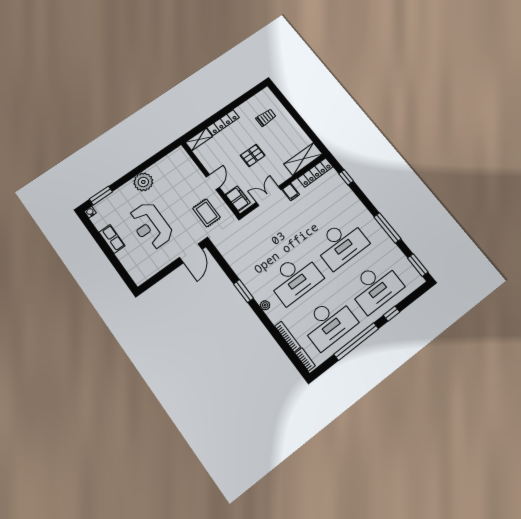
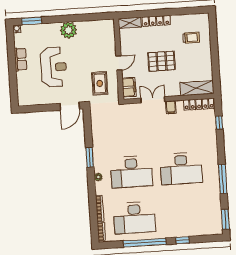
pallet: (253, 155) -> (161, 61), width x1.50, depth x1.42
reception desk: (151, 226) -> (54, 67), turned 180
desk: (375, 287) -> (184, 215), removed

